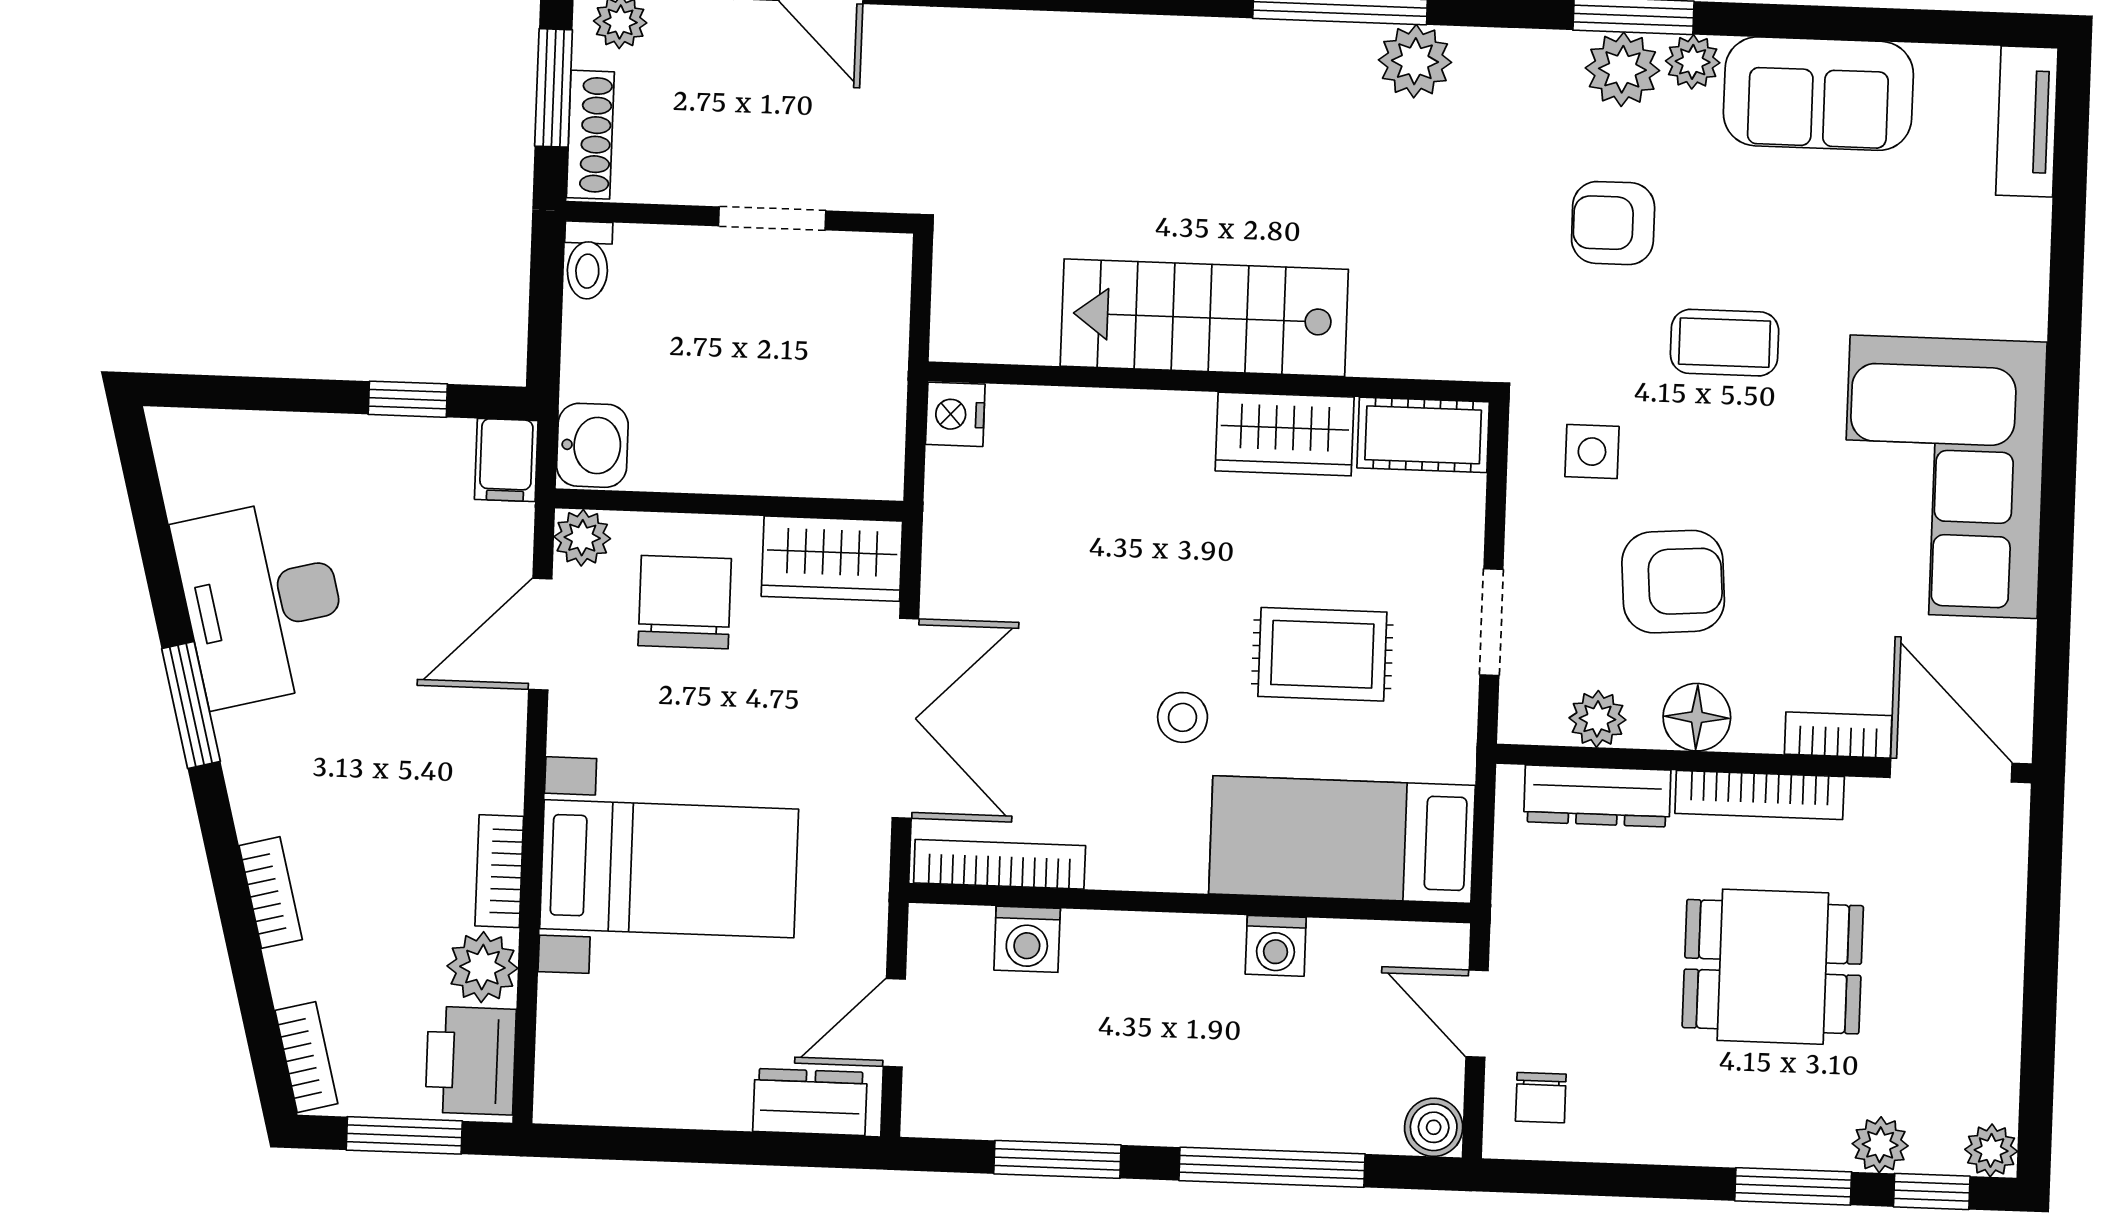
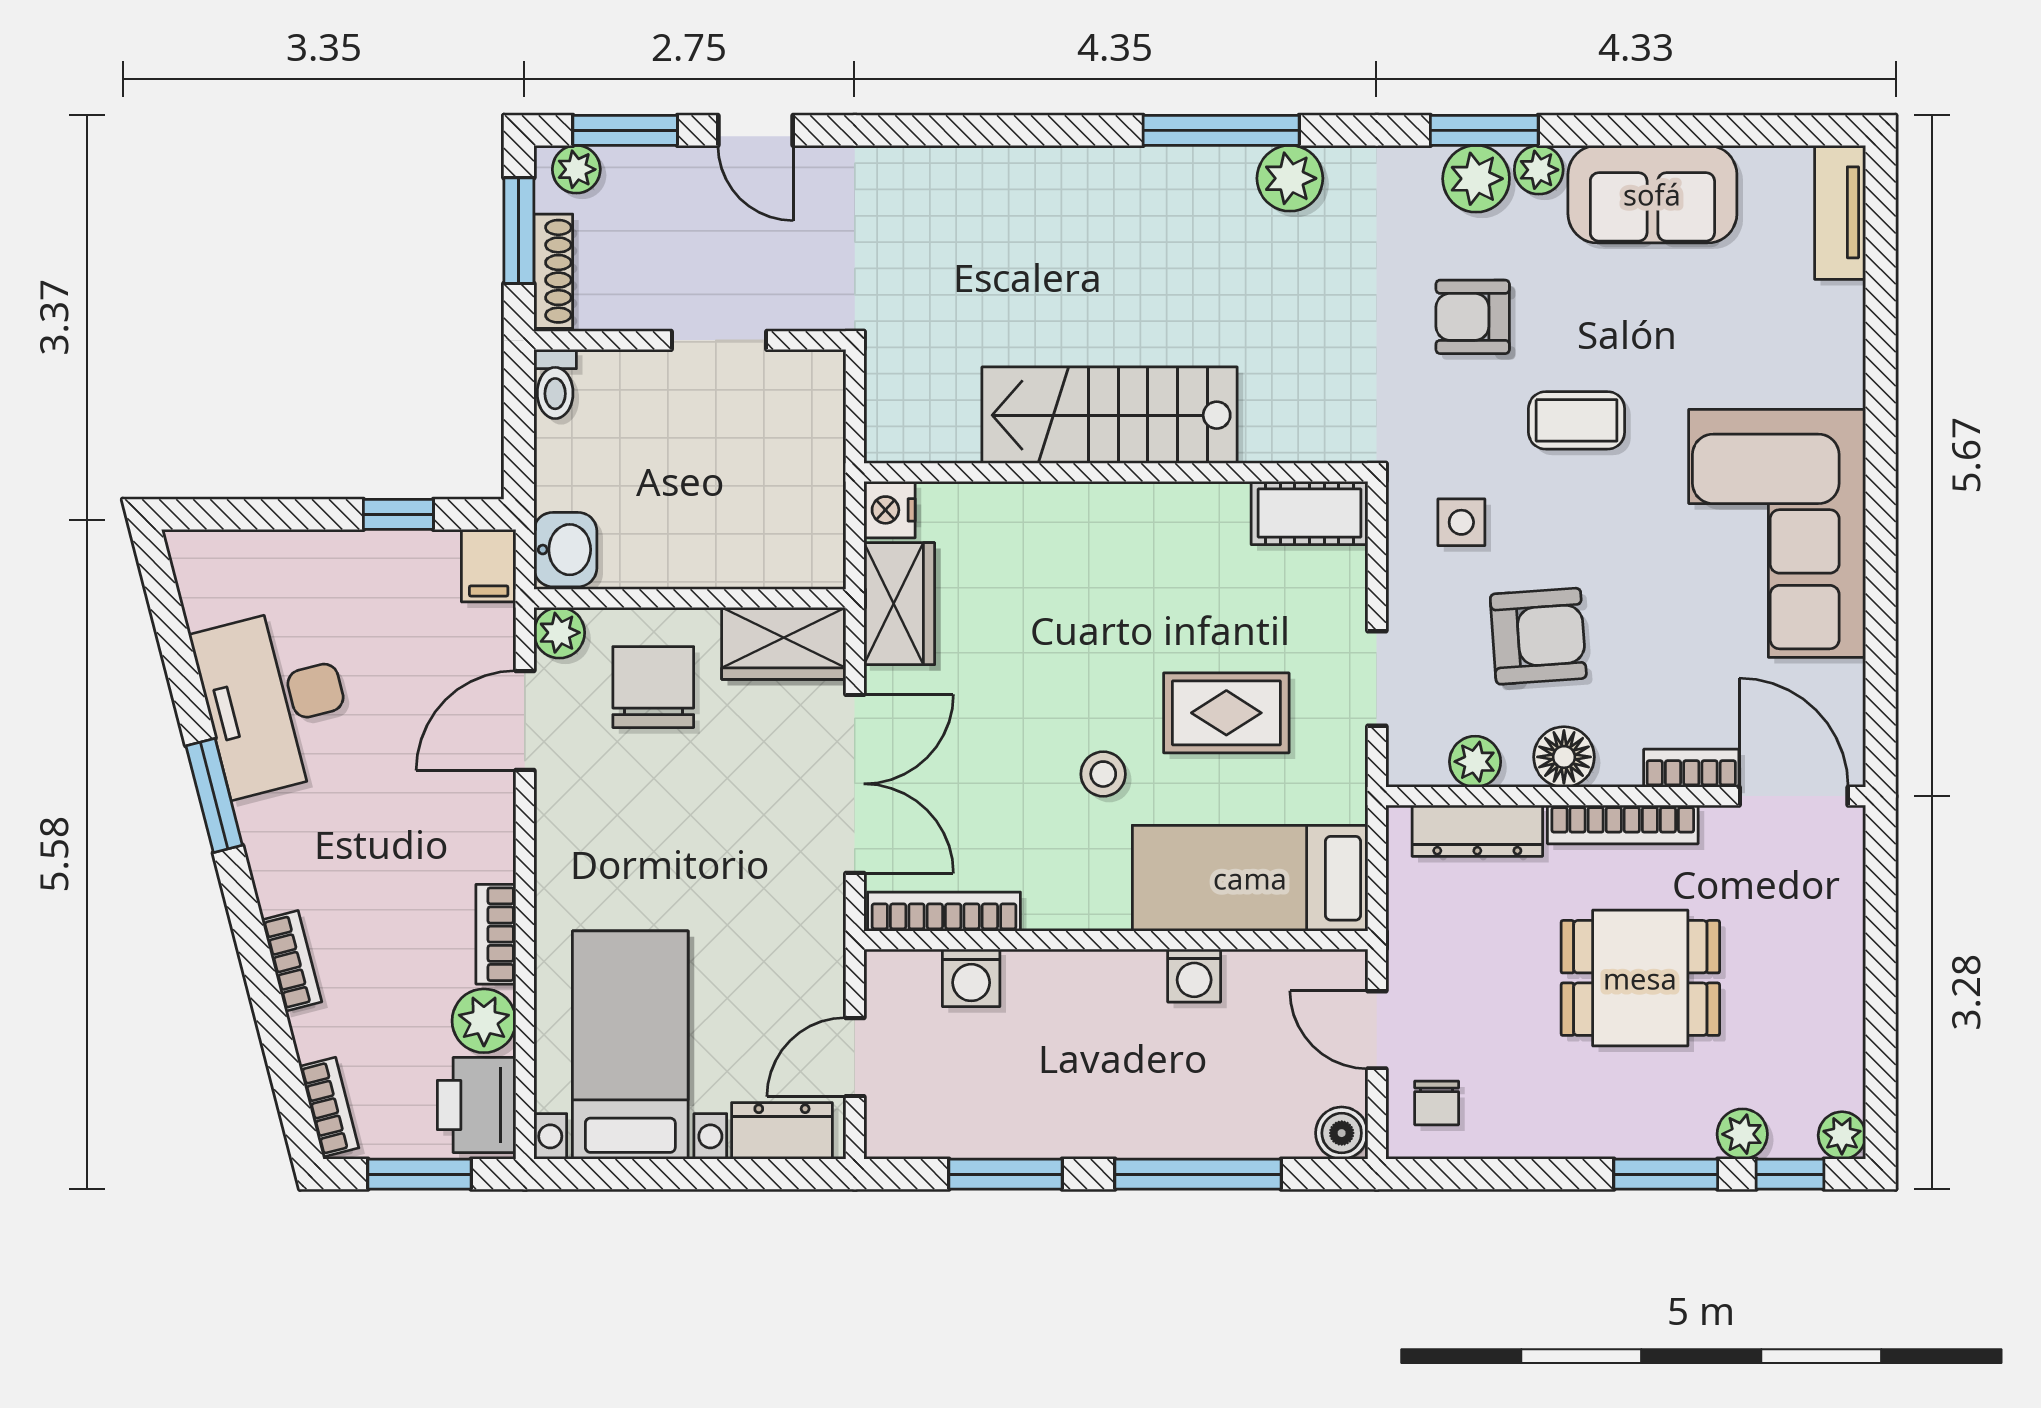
wardrobe: (1285, 434) -> (899, 604), moved, turned -90
bed with nightstands: (669, 869) -> (630, 1045), moved, turned -90

